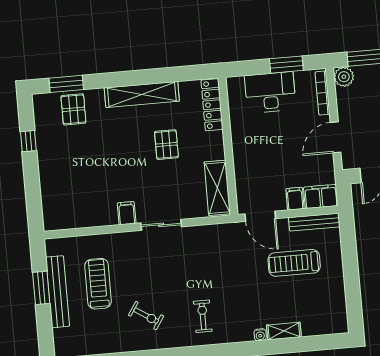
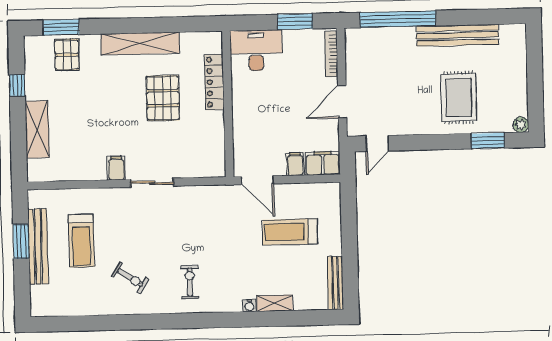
plant: (344, 77) -> (355, 38), removed
desk: (270, 92) -> (256, 50), moved
locker: (212, 105) -> (214, 82), moved
pallet: (166, 145) -> (163, 98), width x1.50, depth x1.42
shelving: (217, 188) -> (37, 129), moved
bench: (314, 222) -> (335, 283), moved, turned 90
treadmill: (98, 284) -> (81, 241), turned 180

